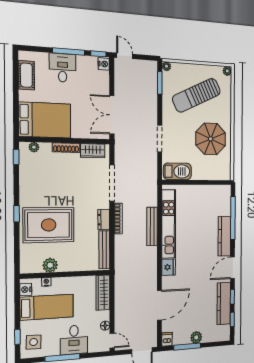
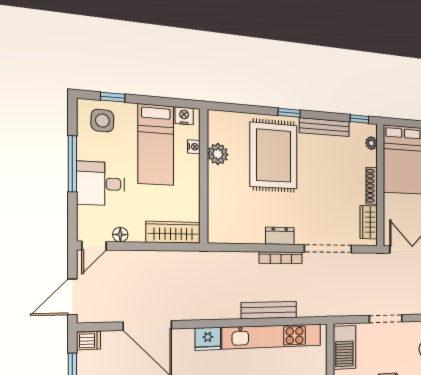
bench: (104, 250) -> (324, 127), moved

